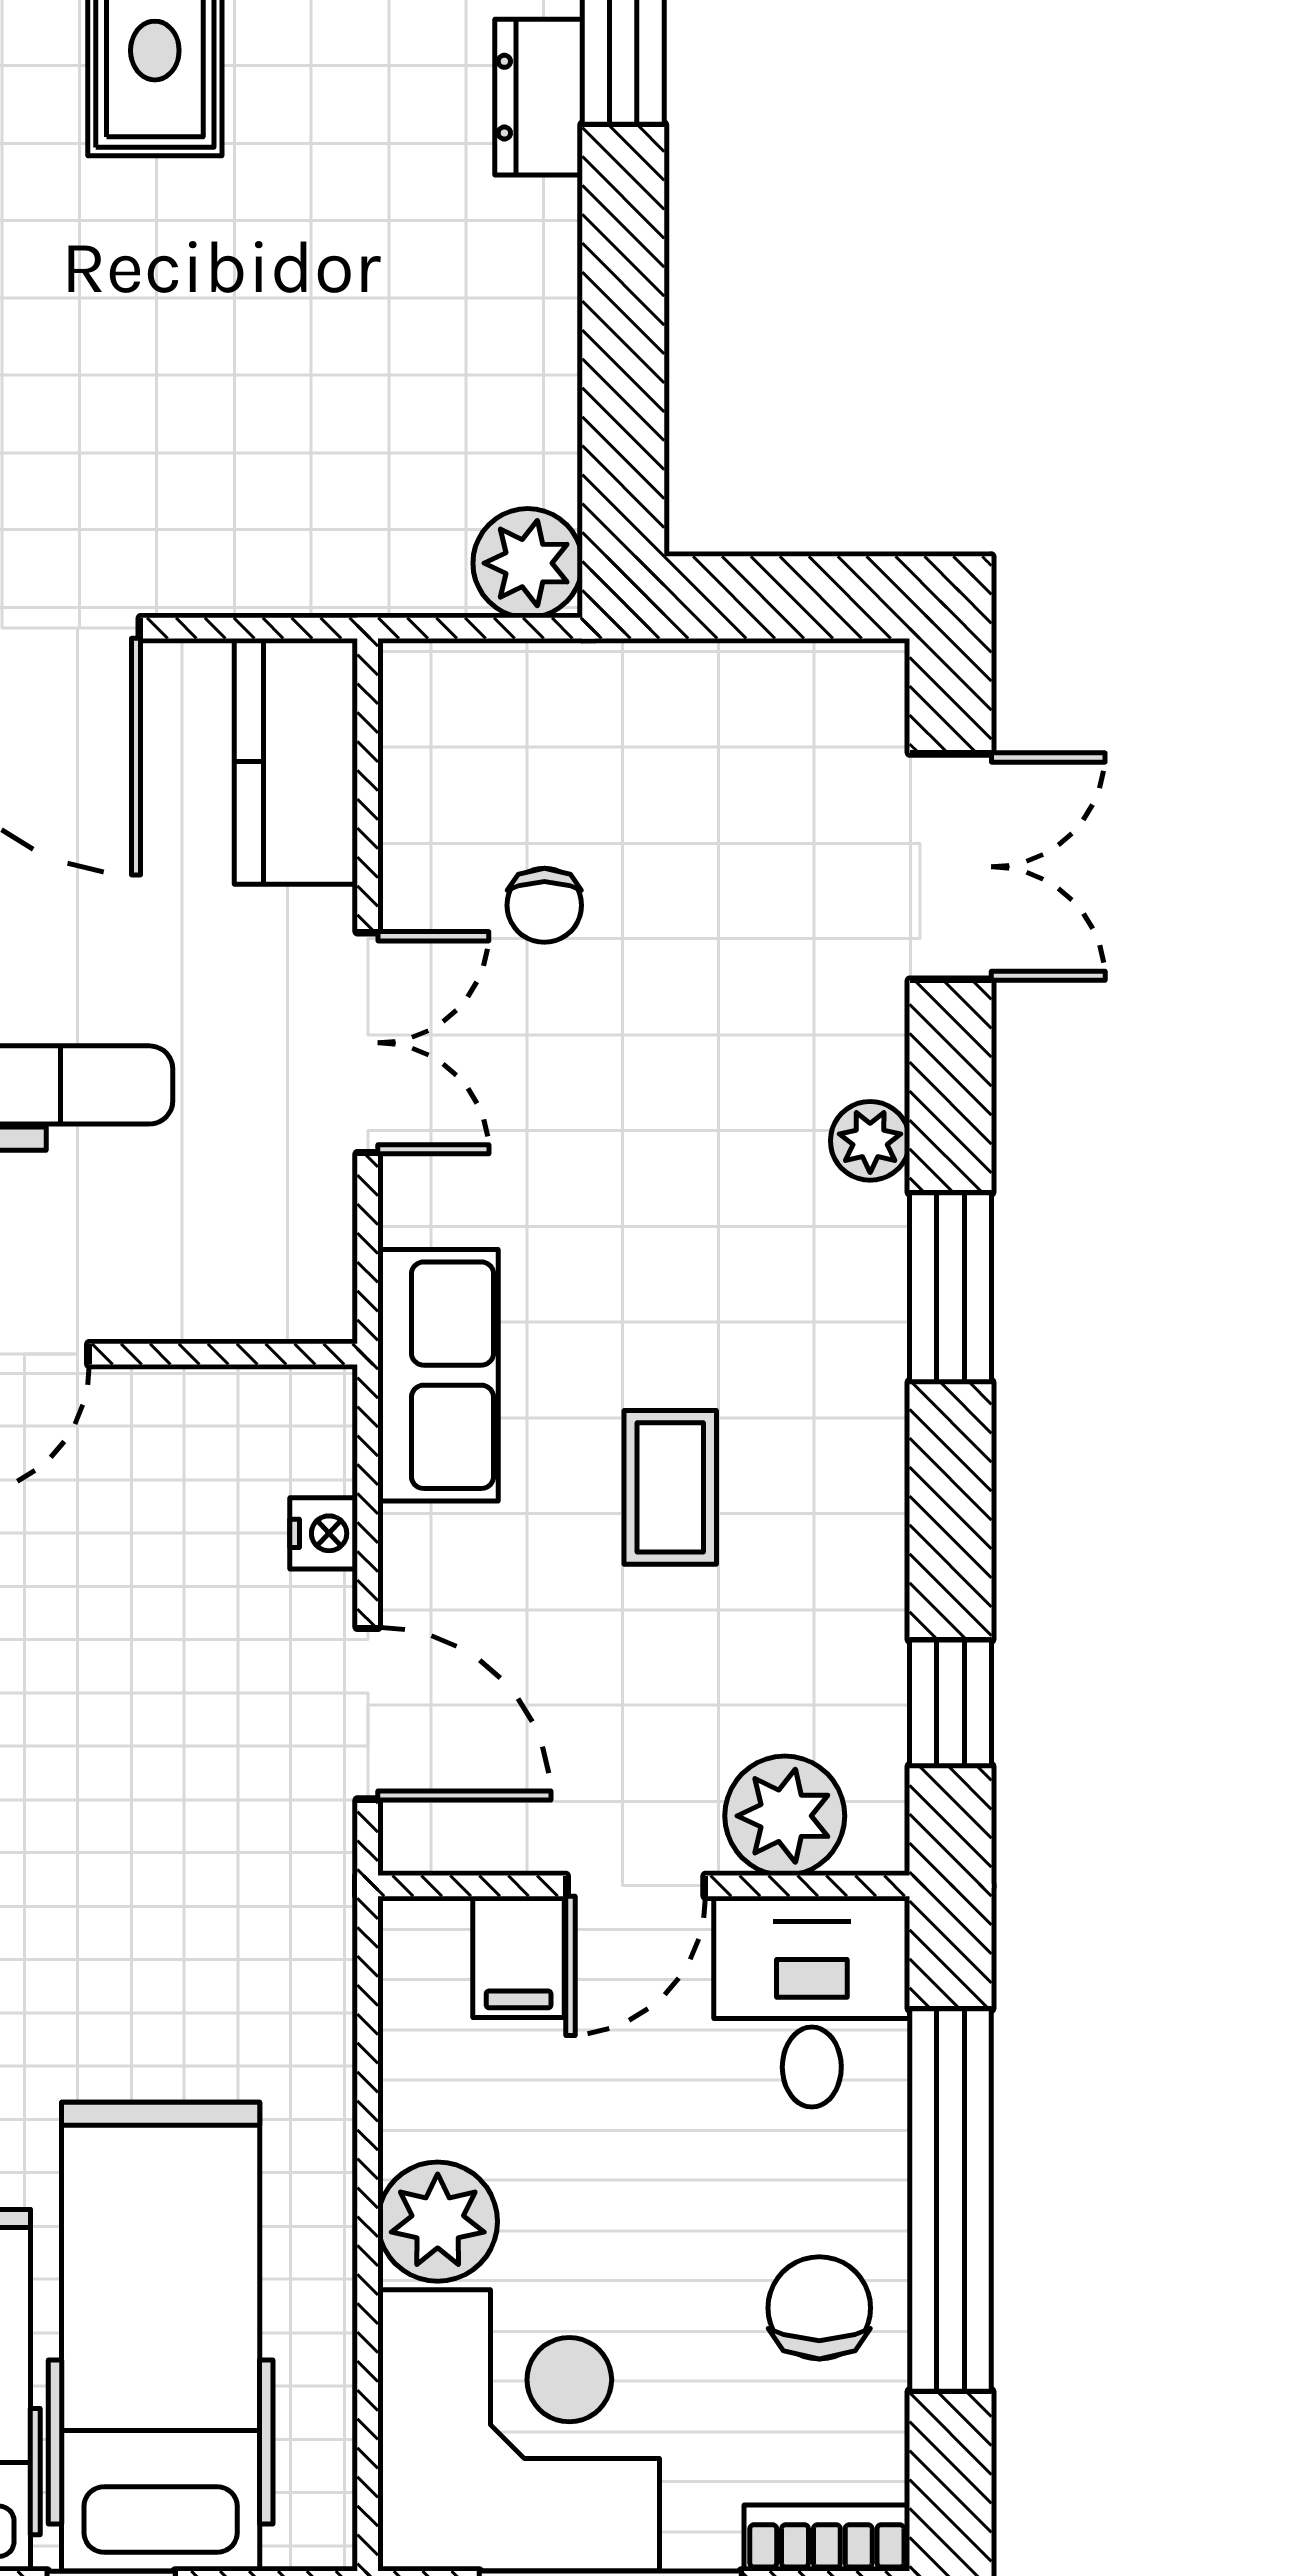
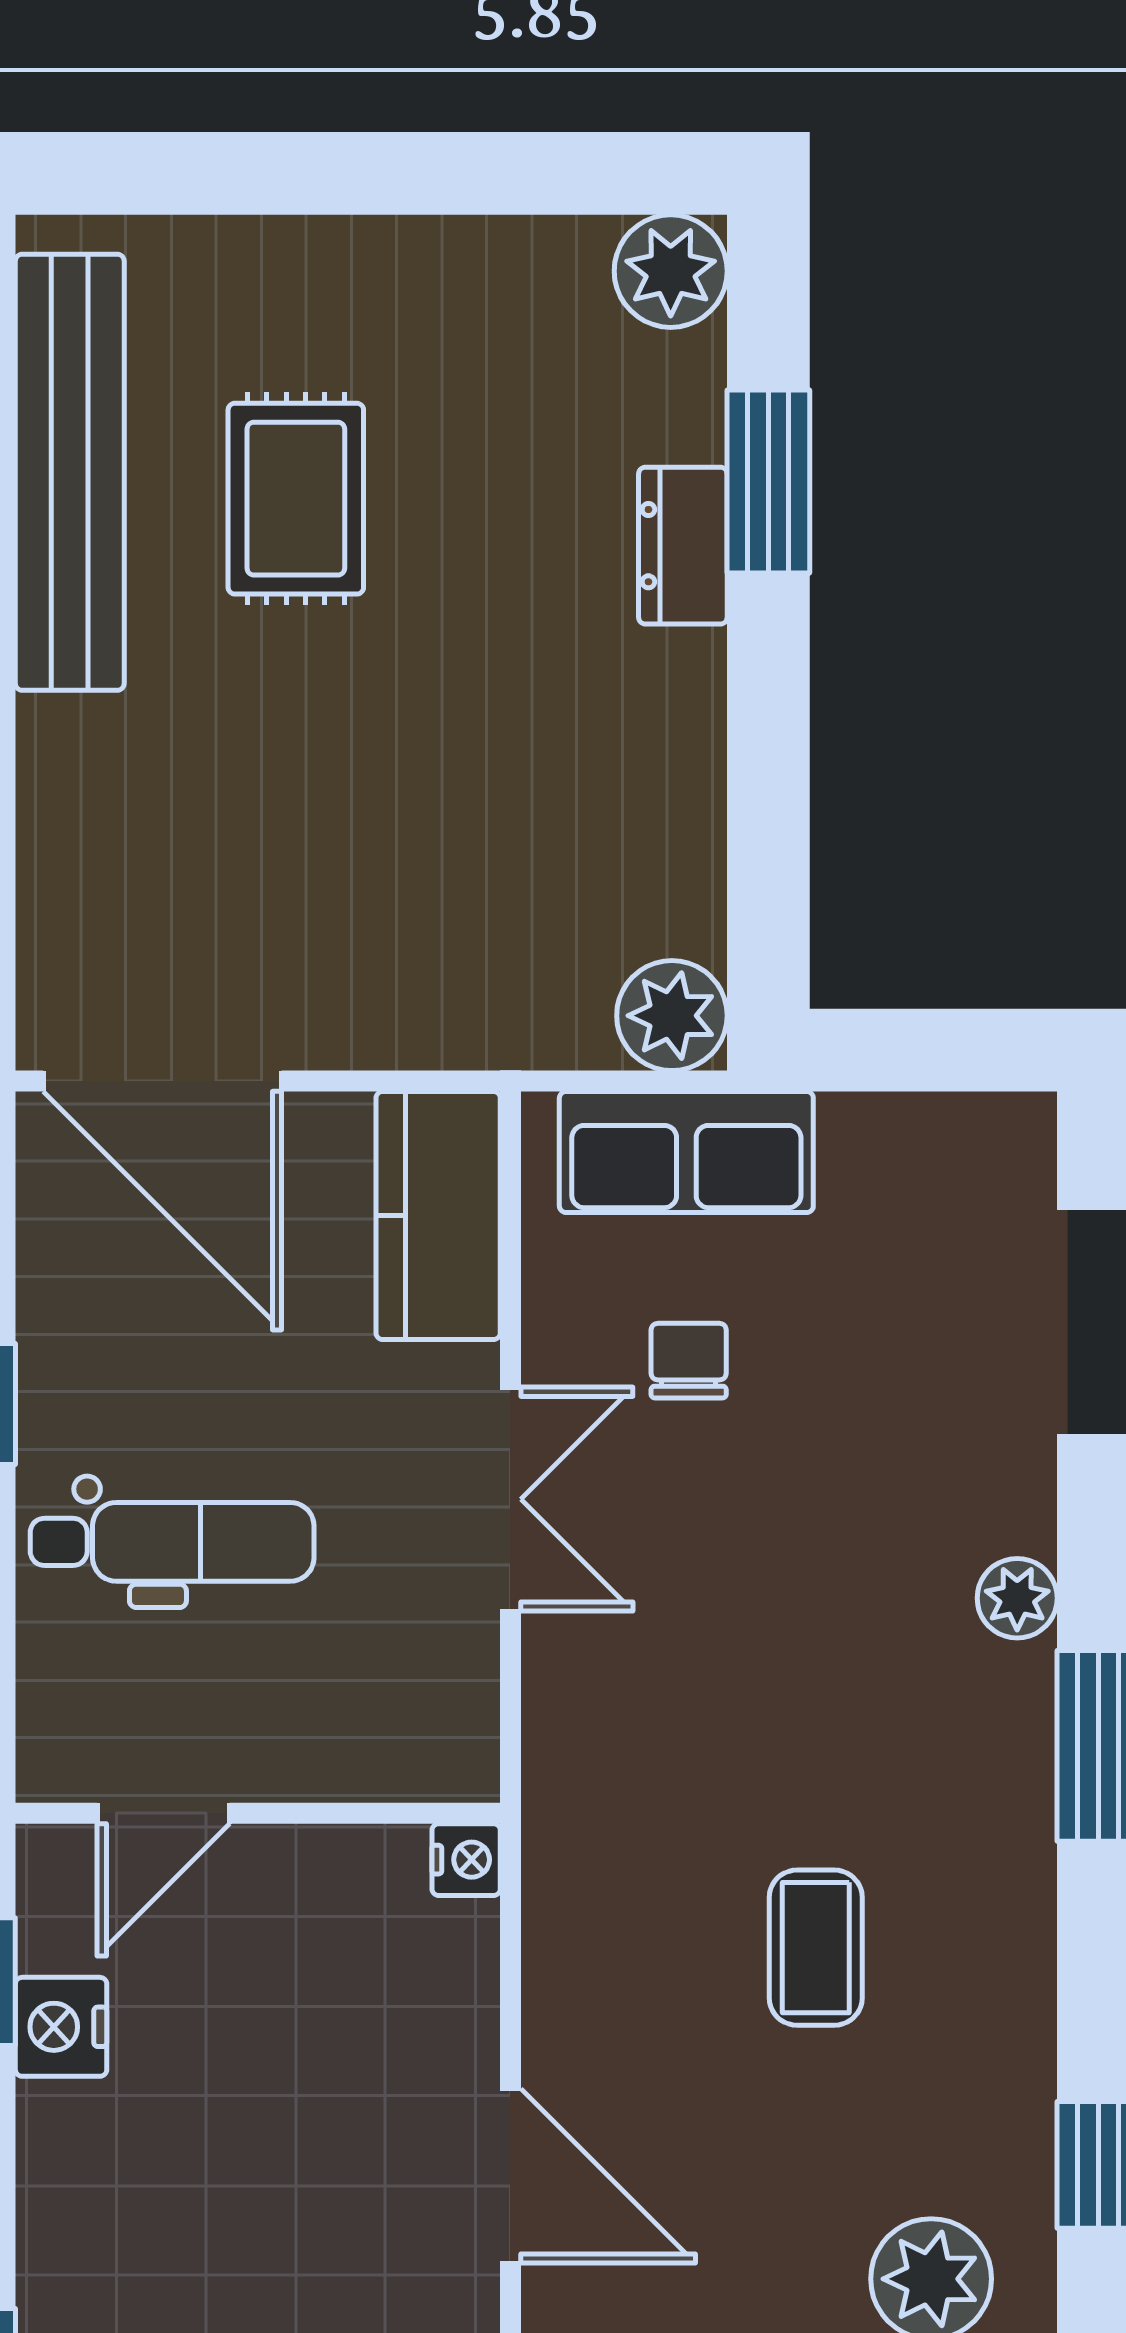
chair: (544, 905) -> (689, 1361), turned 180
row of seats: (438, 1375) -> (686, 1152), moved, turned 90
nightstand: (324, 1533) -> (466, 1860), moved

